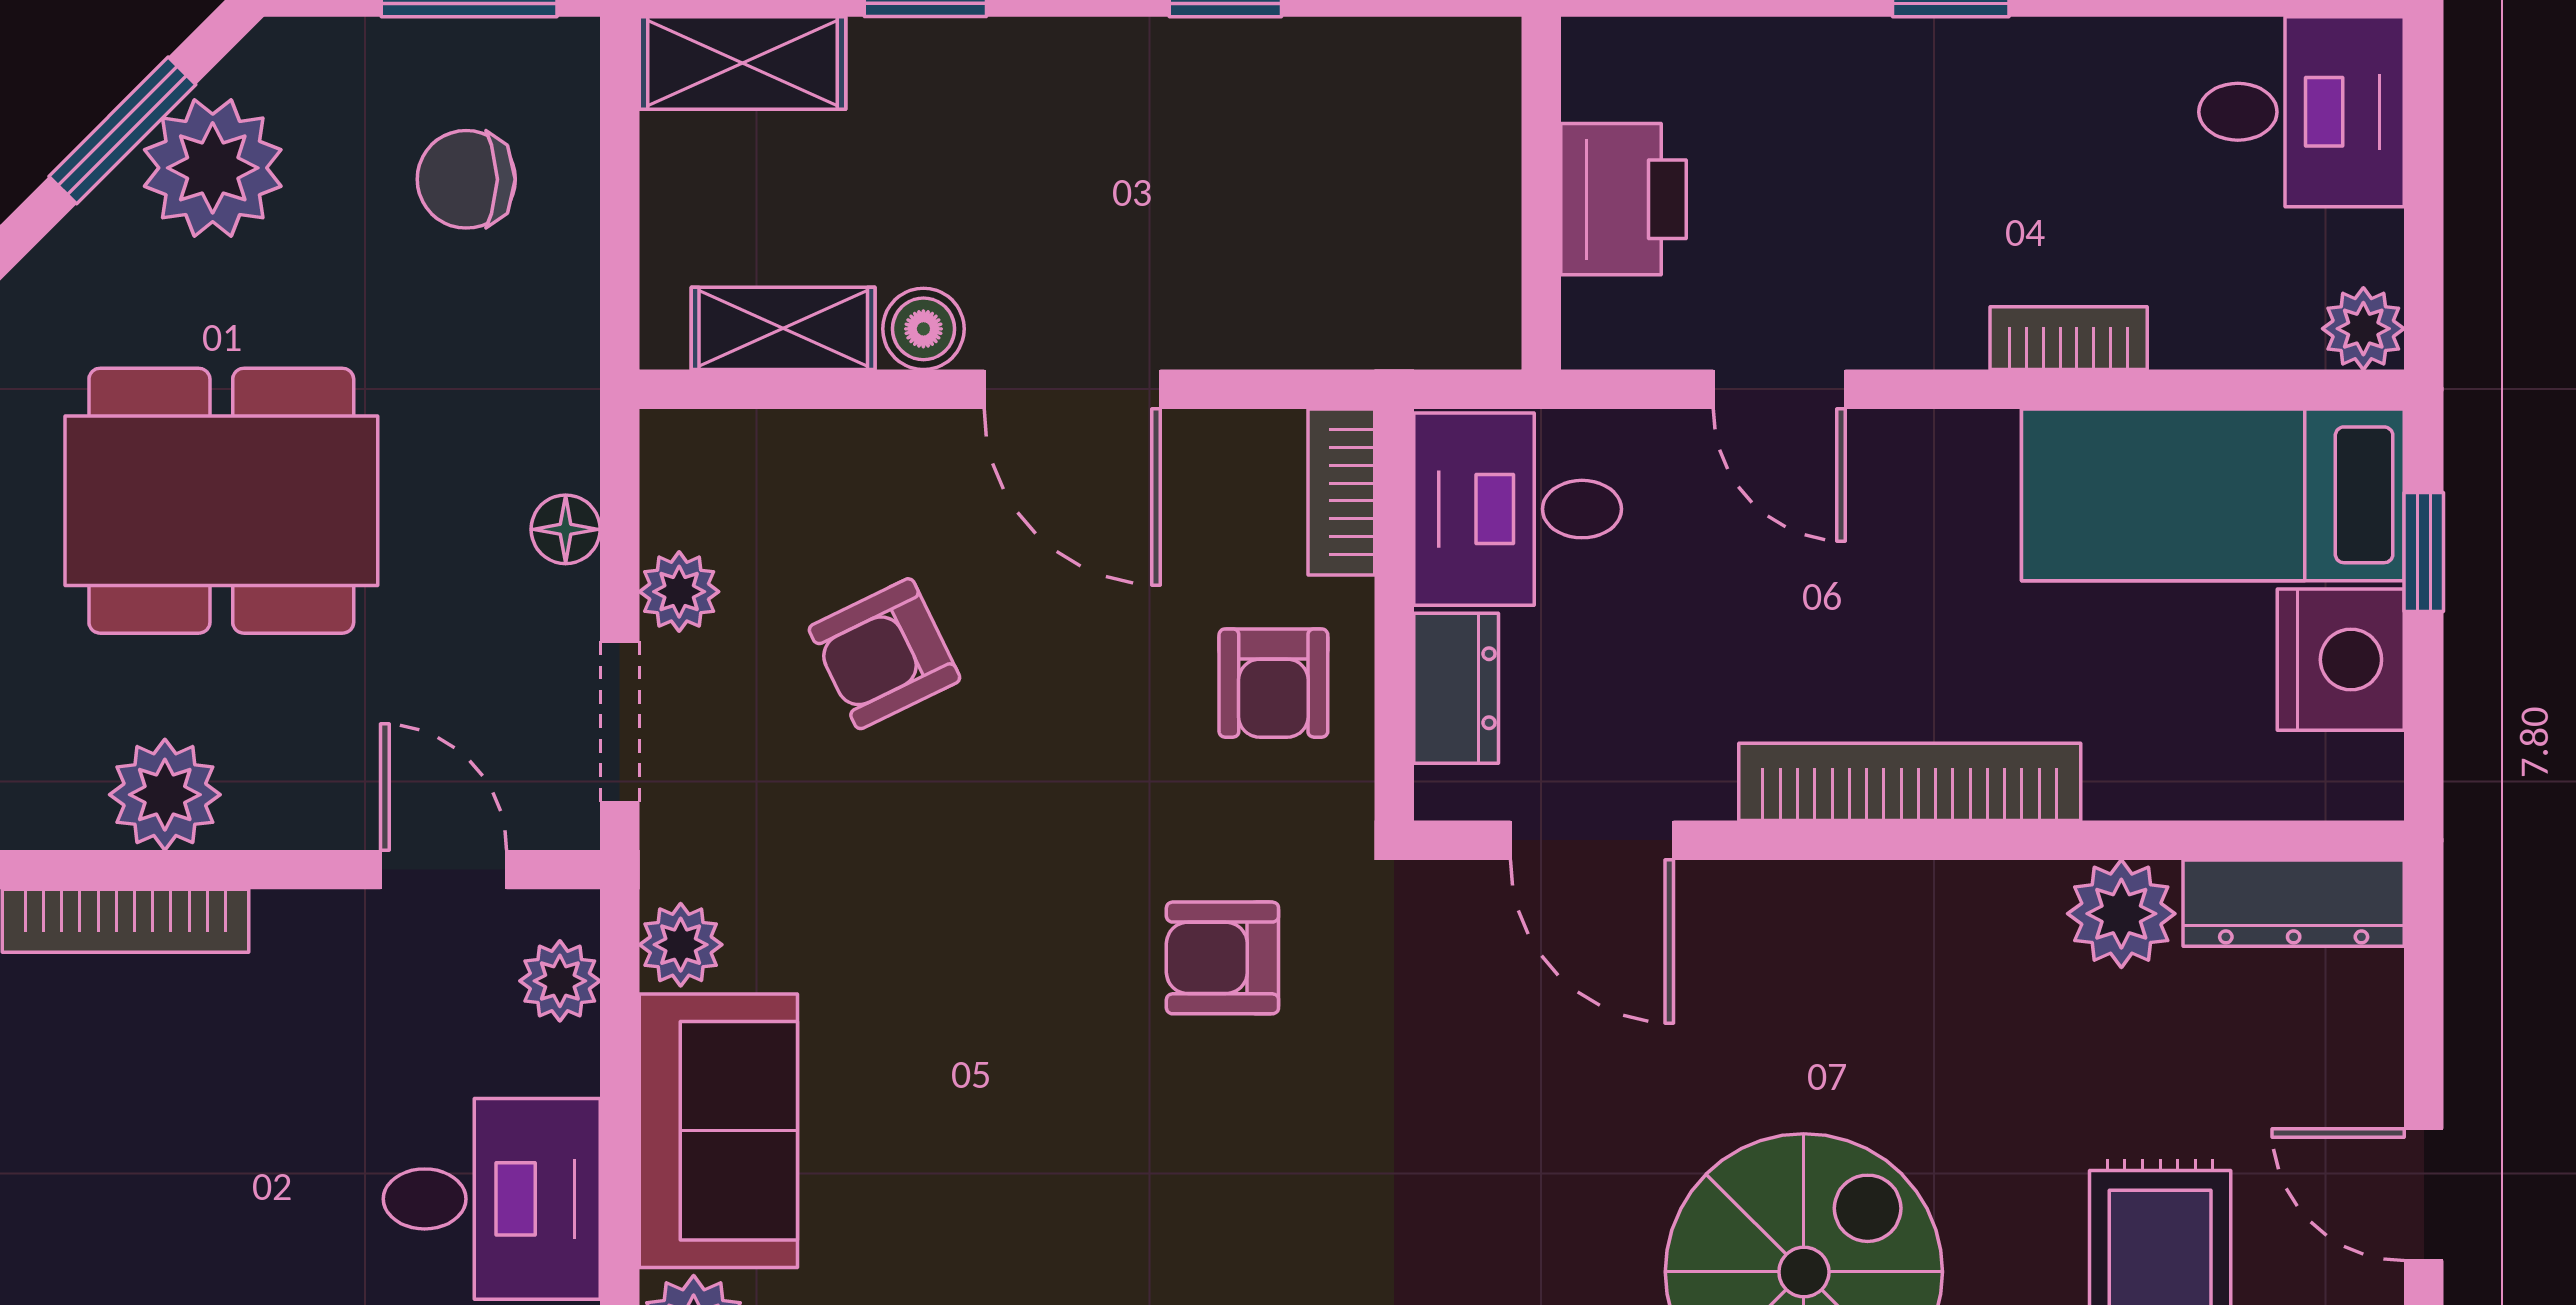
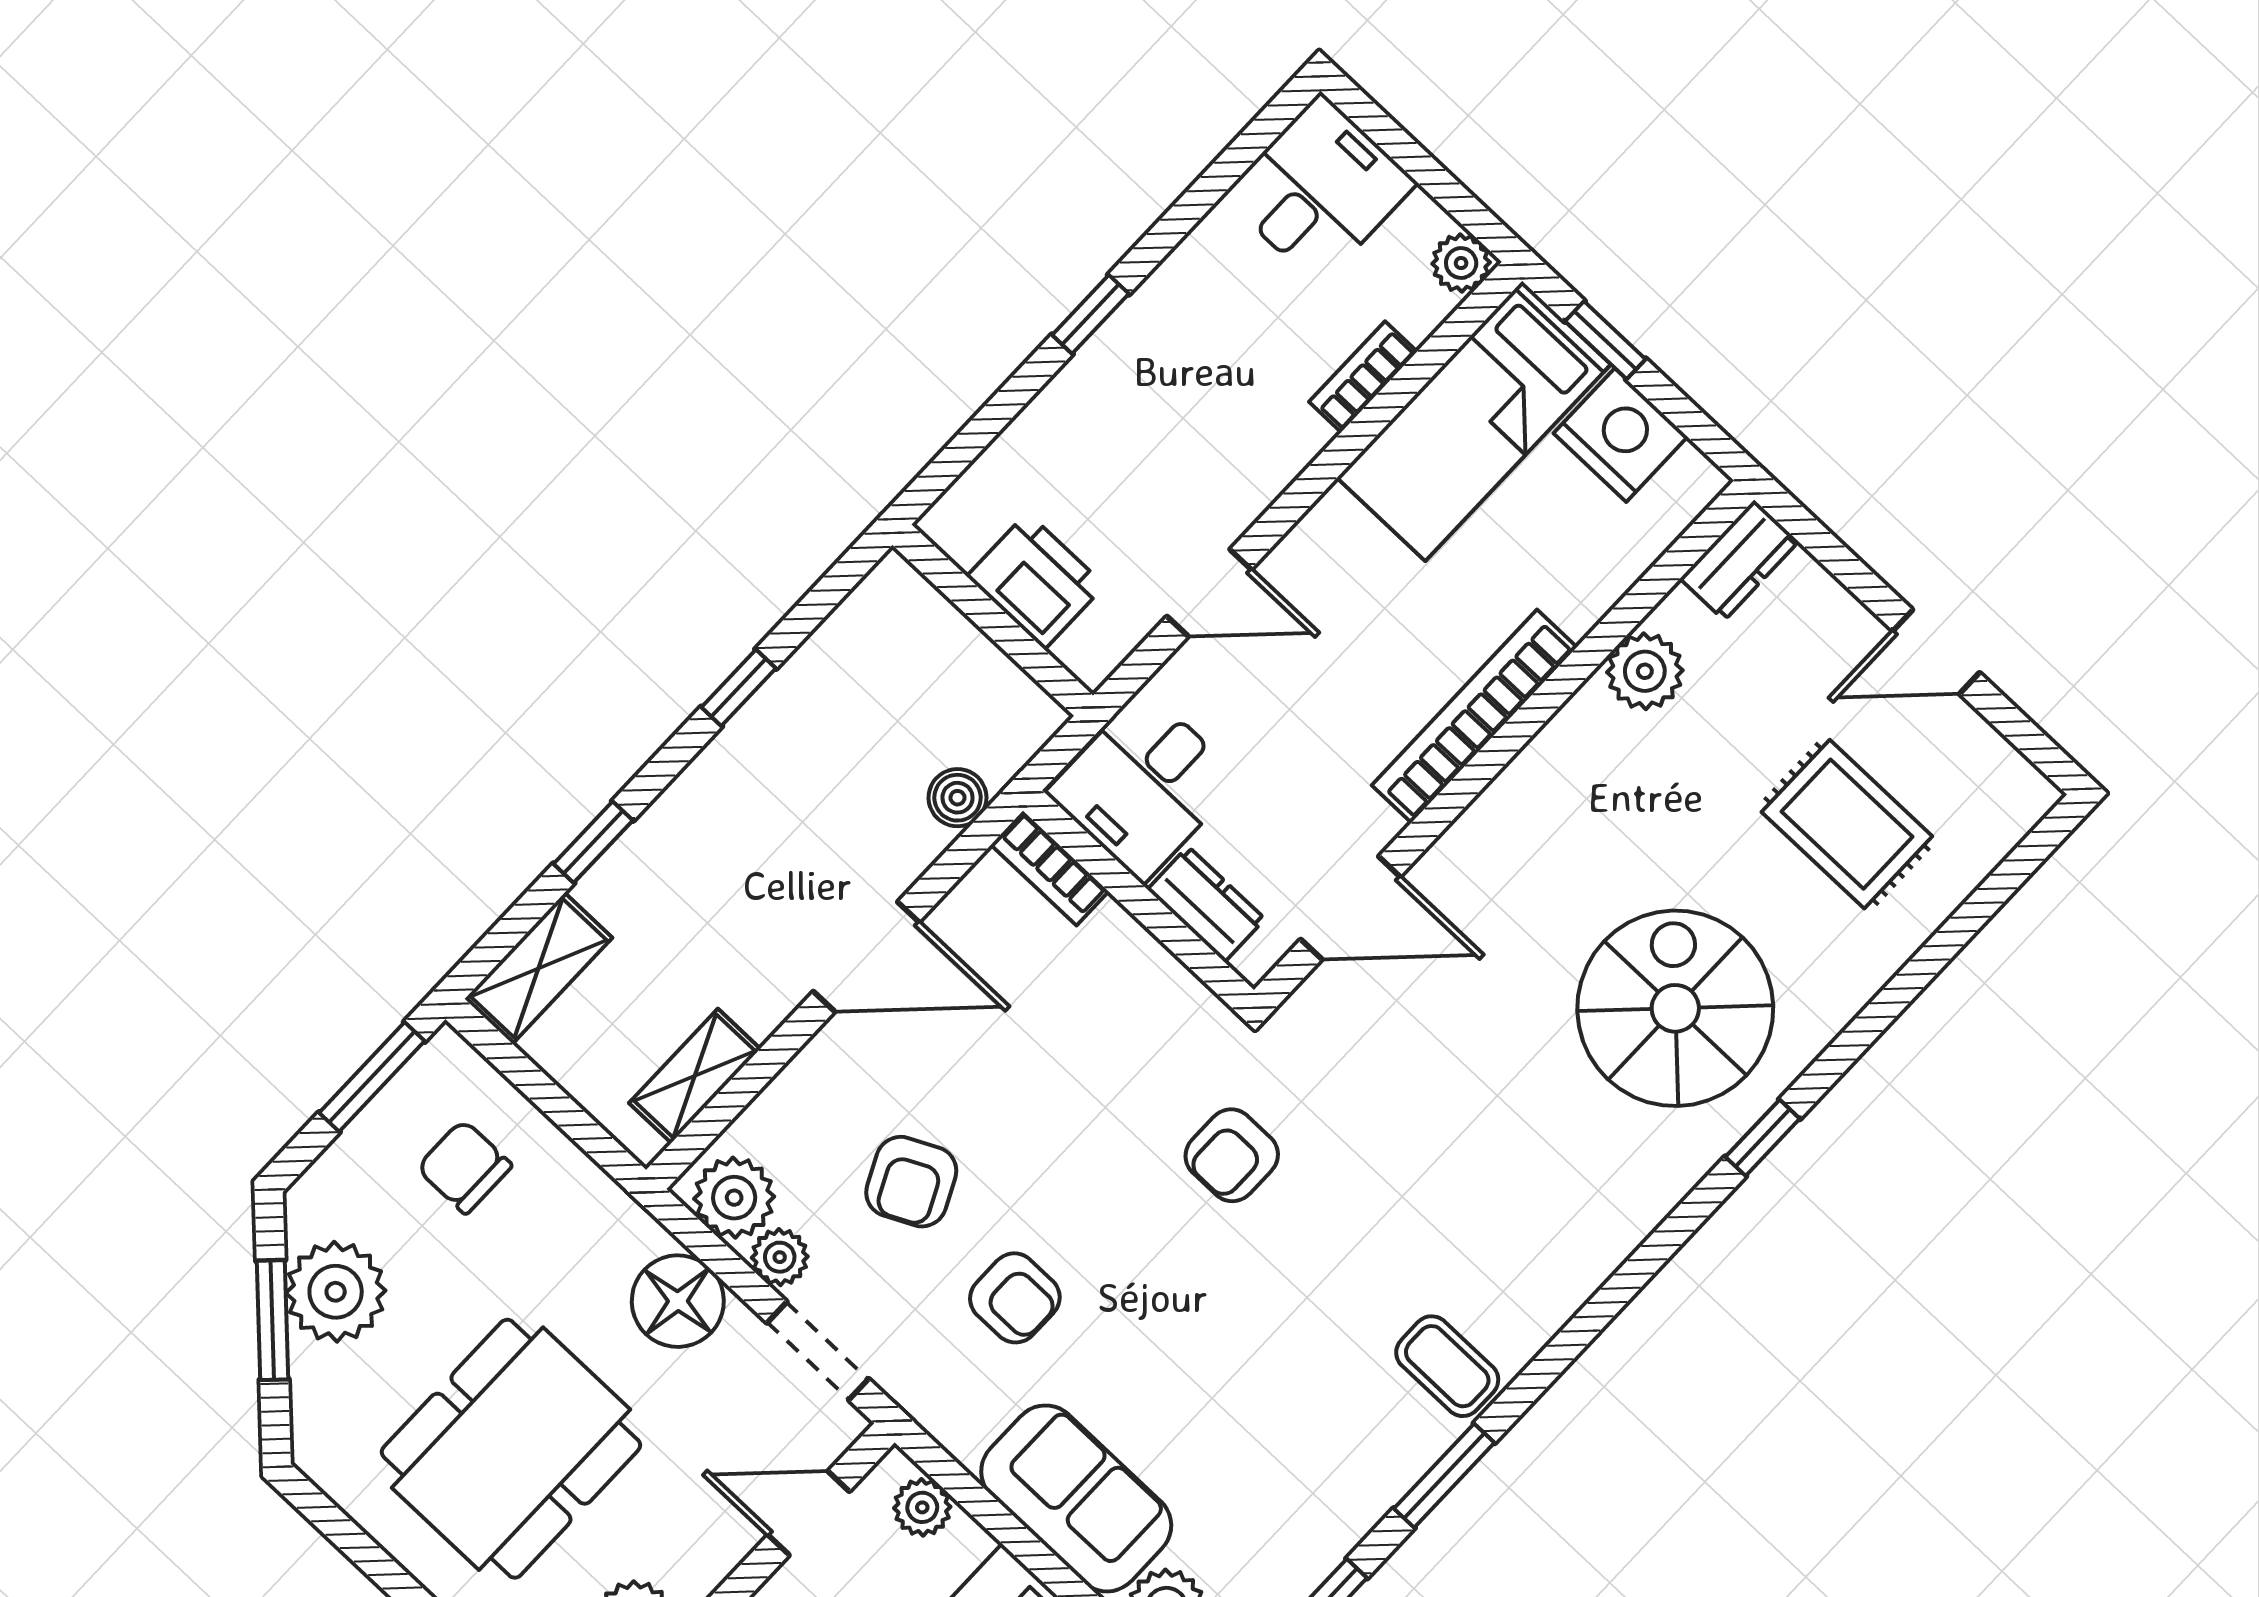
chair: (466, 179) -> (464, 1167), turned 90
boiler: (923, 329) -> (958, 798), moved
bookcase: (2069, 338) -> (1363, 377), moved
floor lamp: (566, 529) -> (678, 1301), width x1.89, depth x1.89
armchair: (1273, 683) -> (1015, 1298), moved
dresser: (2294, 903) -> (1739, 560), width x0.70
plant: (681, 945) -> (734, 1198), moved, width x1.38, depth x1.38

